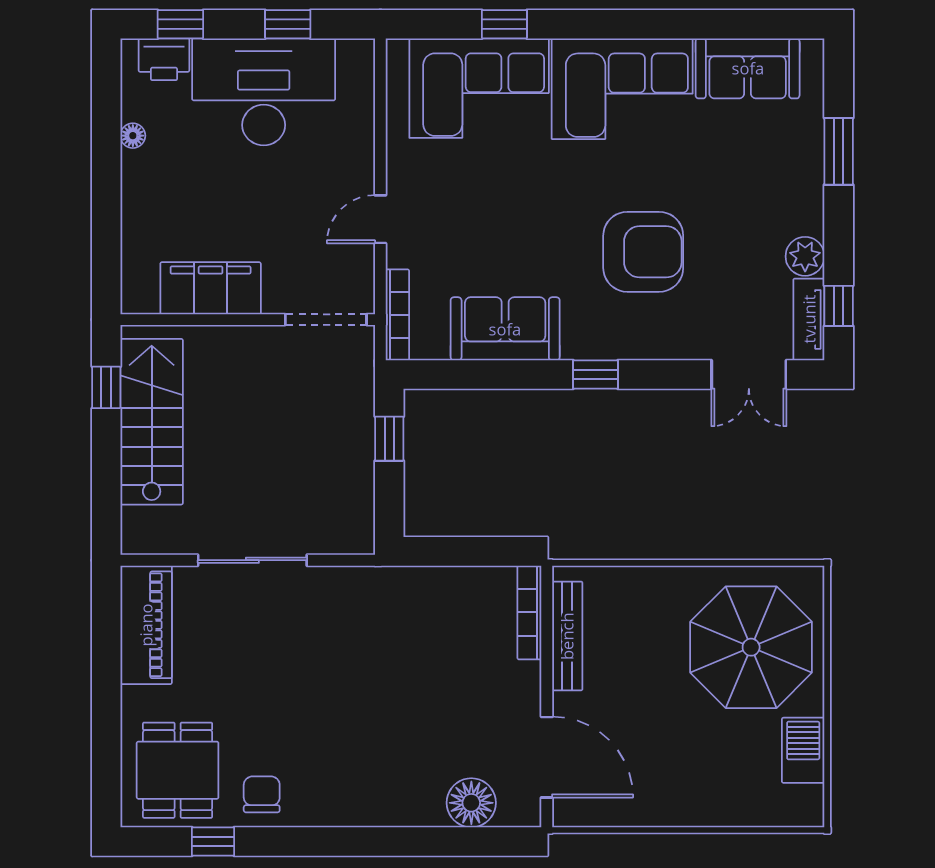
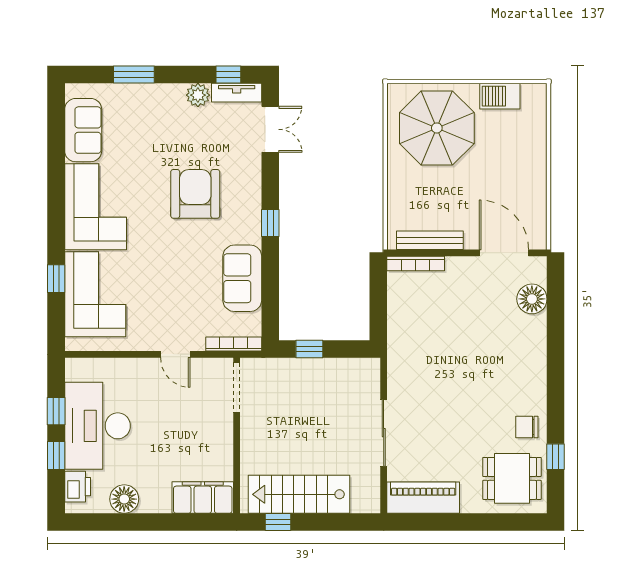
window: (180, 24) -> (56, 455), moved
floor lamp: (133, 136) -> (124, 499), width x1.89, depth x1.89
filing cabinet: (211, 288) -> (203, 497), moved, turned 90
door: (547, 757) -> (504, 253), hinge flipped

